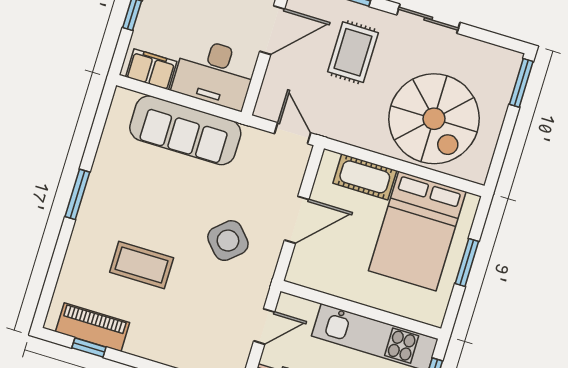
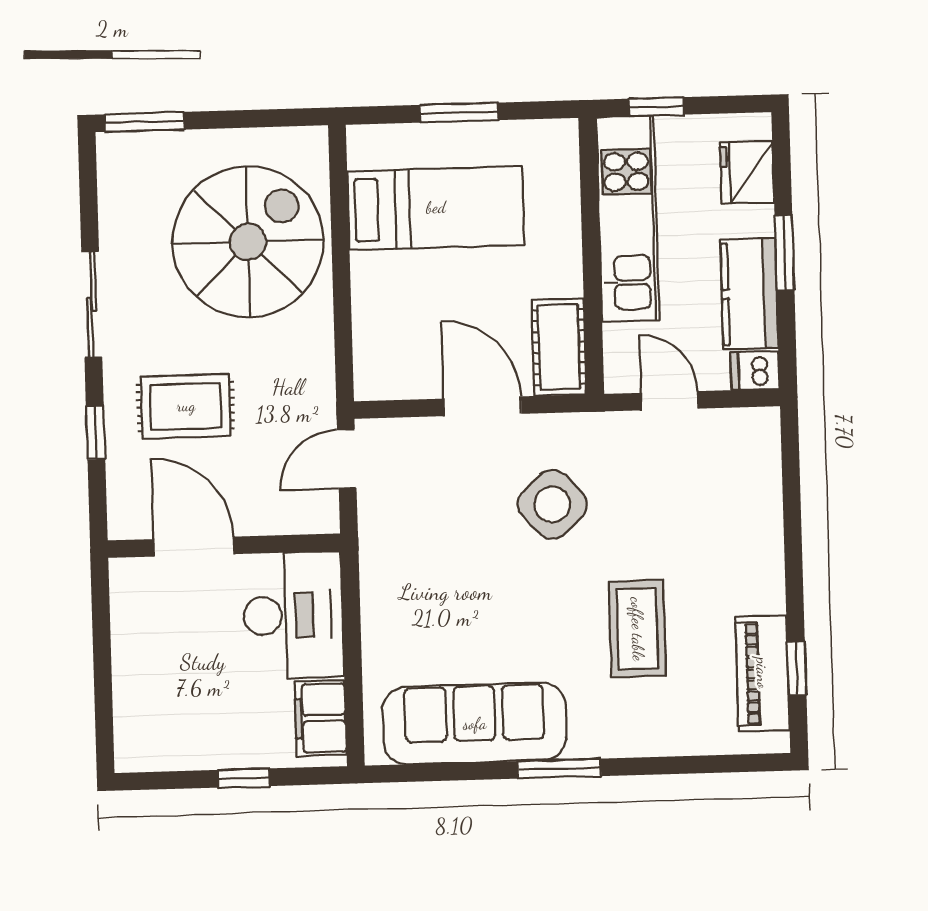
sofa: (185, 130) -> (475, 724), moved, turned -90
cot: (365, 177) -> (559, 347), moved
bed: (417, 231) -> (436, 208), width x0.67

